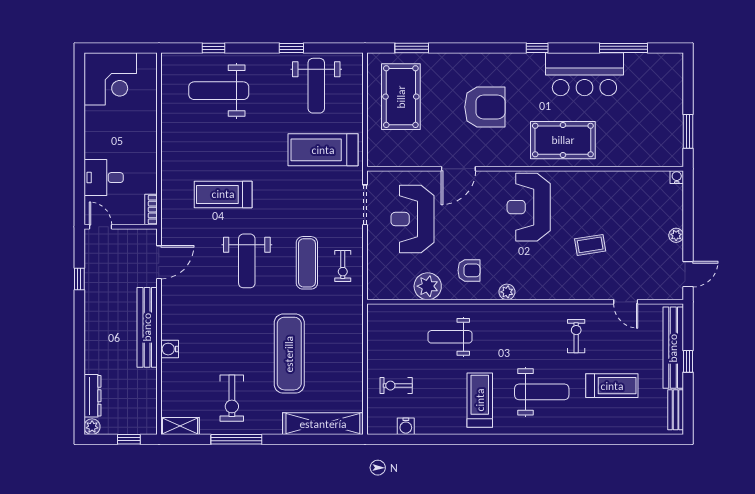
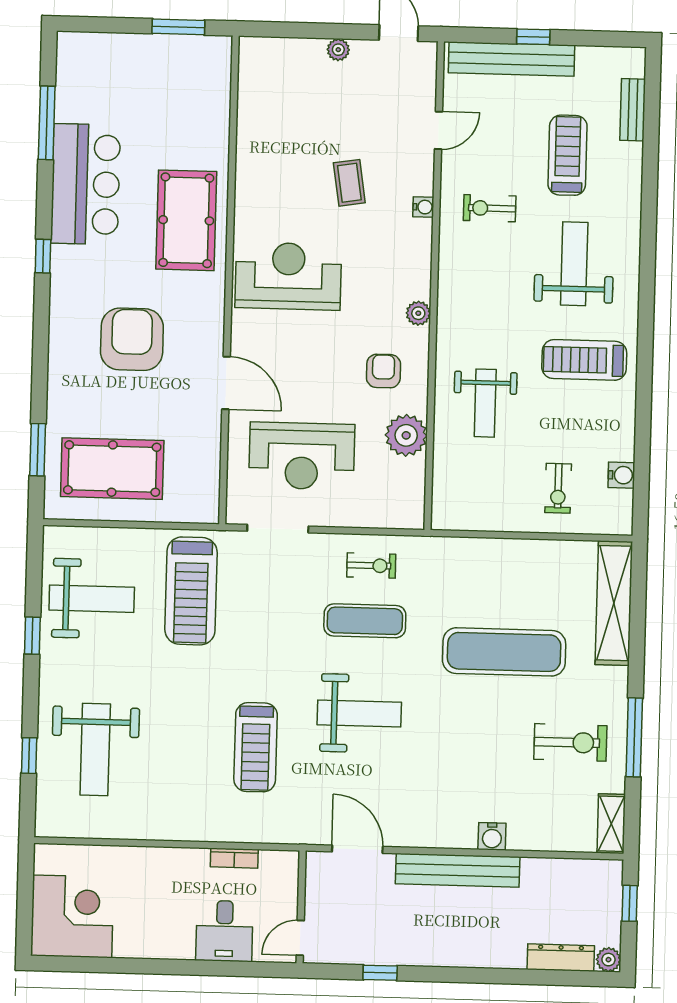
water cooler: (677, 177) -> (423, 207), moved, turned 180
reception desk: (529, 207) -> (288, 276), turned 180
bookcase: (151, 210) -> (234, 858), moved
bench: (676, 410) -> (633, 110), moved, turned 90

